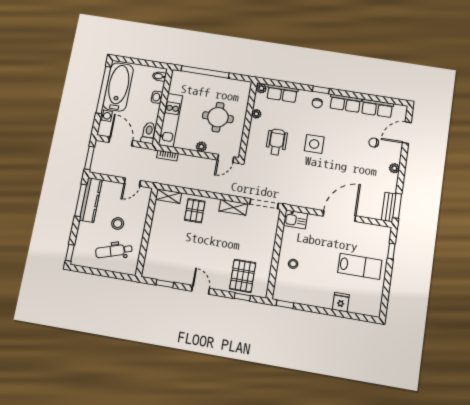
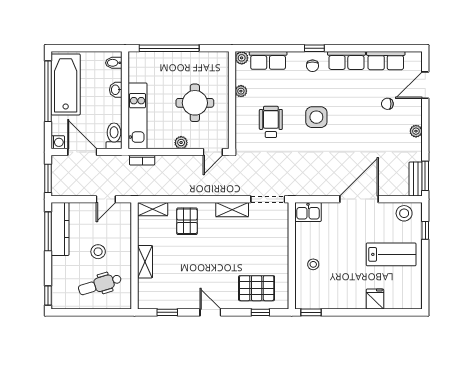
washing machine: (106, 116) -> (58, 142), moved
stool: (375, 234) -> (404, 213), added
shelving: (154, 238) -> (145, 262), added
pallet: (243, 276) -> (257, 288), turned 90

